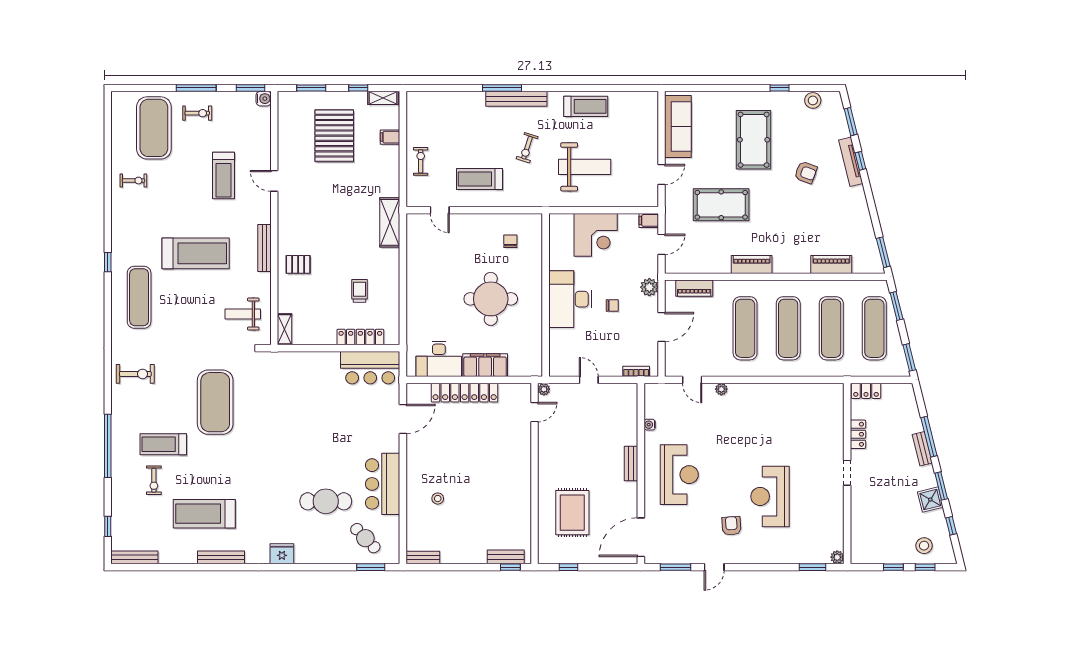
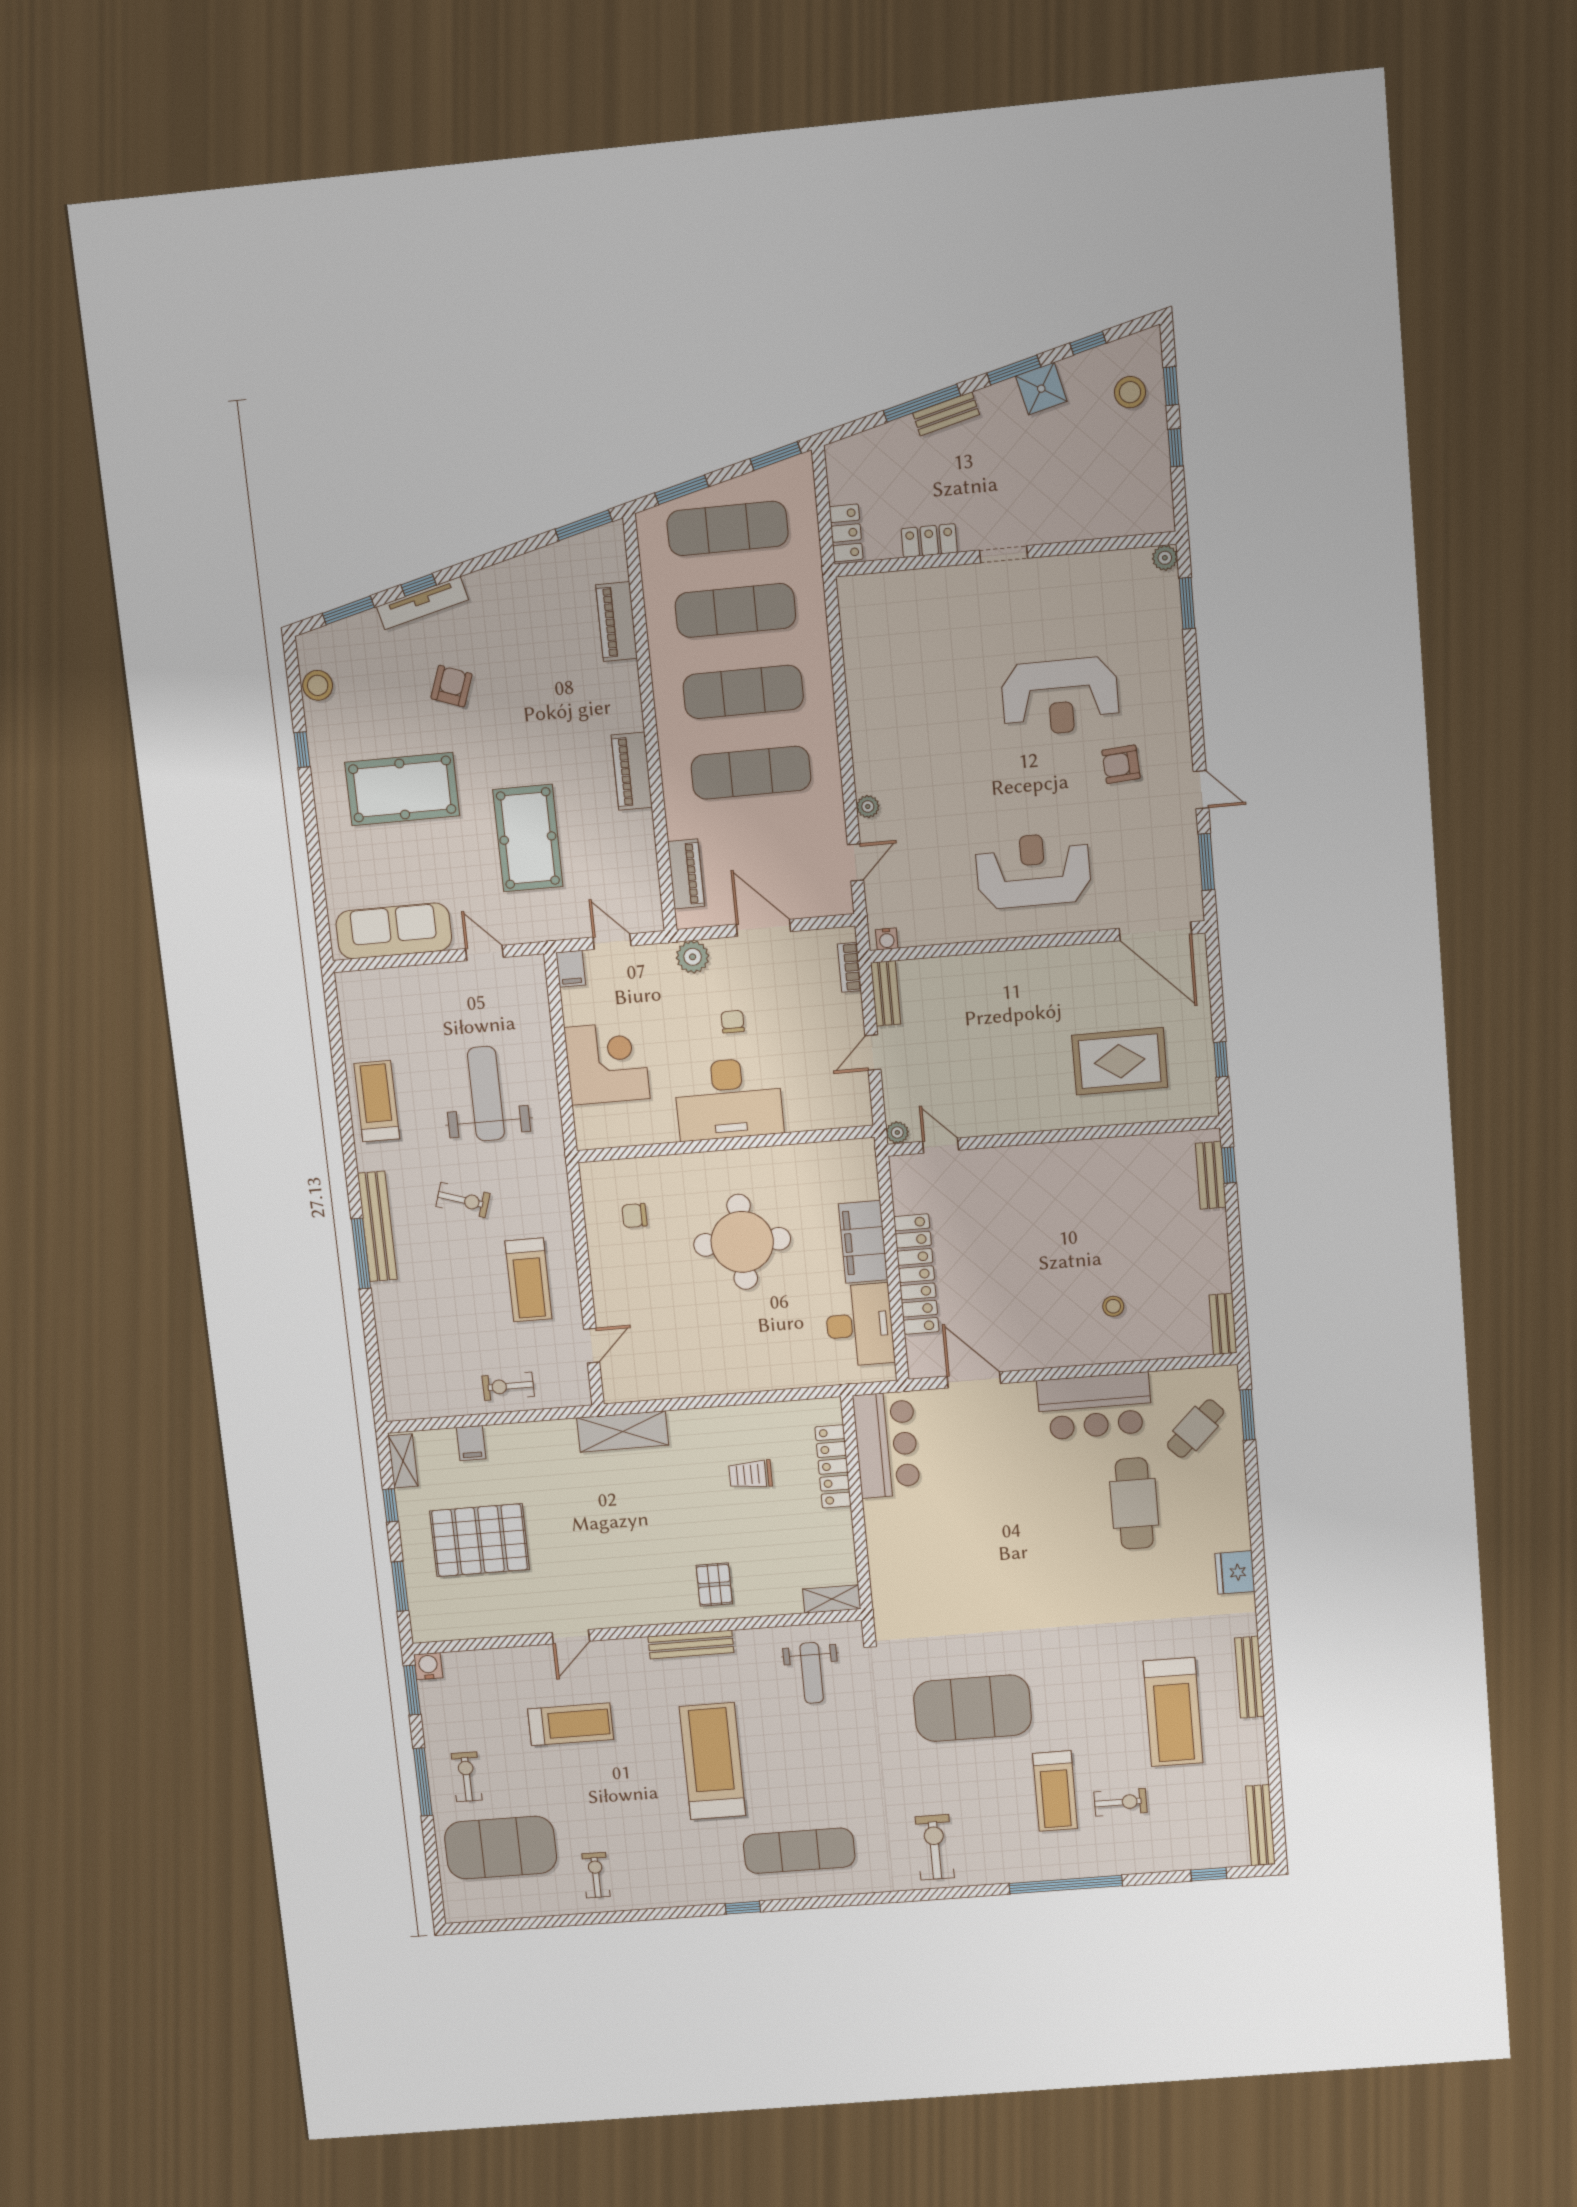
water cooler: (650, 425) -> (887, 939), moved
bench: (631, 463) -> (886, 993), moved, turned 90

